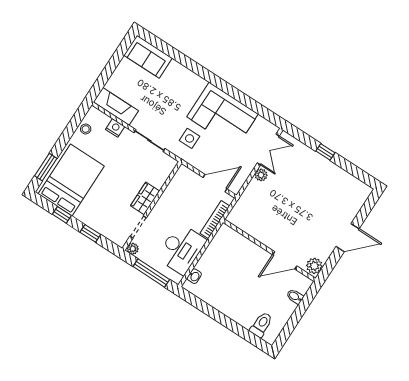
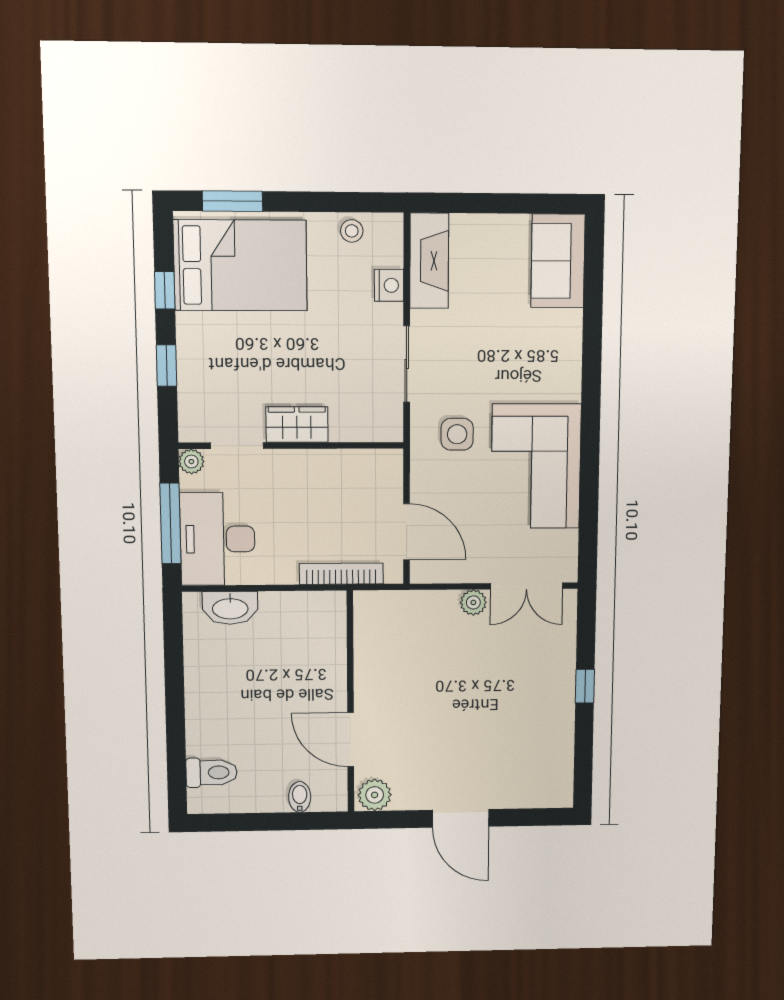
desk: (181, 249) -> (218, 539), moved, turned 90
washbasin: (194, 276) -> (230, 608), width x1.91, depth x1.45

